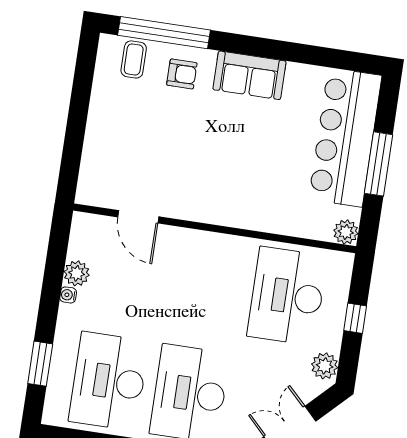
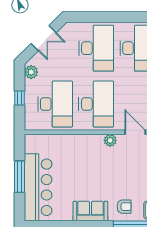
armchair: (182, 74) -> (124, 207), turned 180
plant: (346, 232) -> (110, 140), moved
desk: (206, 284) -> (96, 104), added

